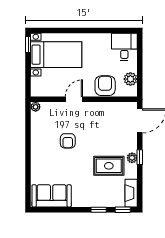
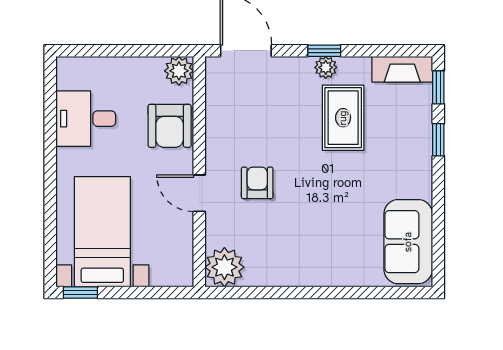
desk: (124, 47) -> (86, 119), moved
plant: (130, 79) -> (179, 71), moved
armchair: (105, 86) -> (170, 126), turned -90
plant: (36, 107) -> (224, 267), width x1.88, depth x1.88
armchair: (68, 141) -> (257, 183), moved, turned -90

